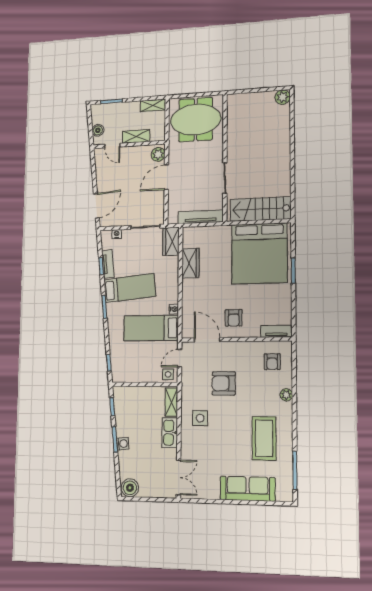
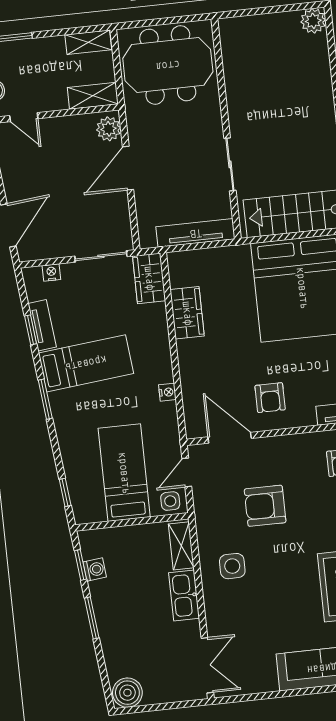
shelving: (136, 136) -> (93, 96), moved
bed: (151, 328) -> (124, 473), moved, turned 90
washing machine: (123, 444) -> (95, 569), moved

